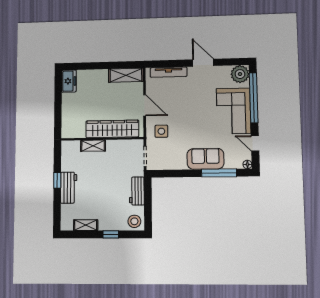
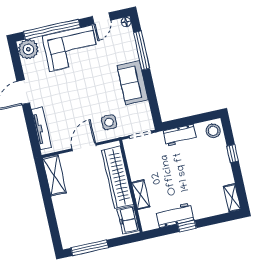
freezer: (69, 81) -> (128, 220), moved, turned -90
window: (58, 93) -> (90, 248), added
sofa: (205, 159) -> (133, 83), moved
workbench: (69, 188) -> (175, 215), moved
shelving: (86, 225) -> (232, 198), moved

